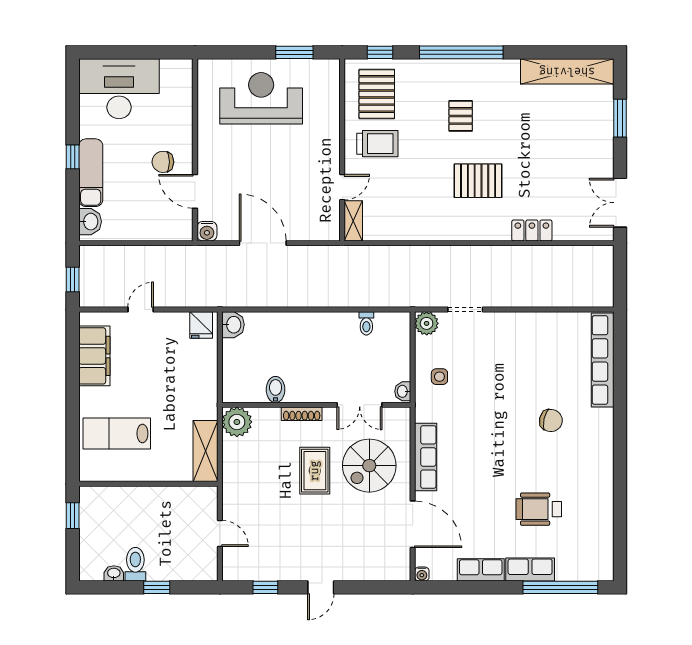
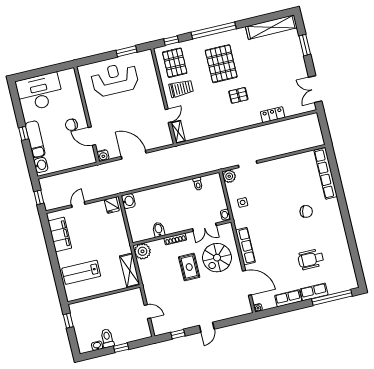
pallet: (461, 116) -> (221, 64), width x2.05, depth x2.00
pallet: (478, 181) -> (238, 95), width x0.67, depth x0.71

